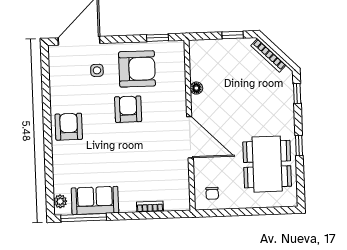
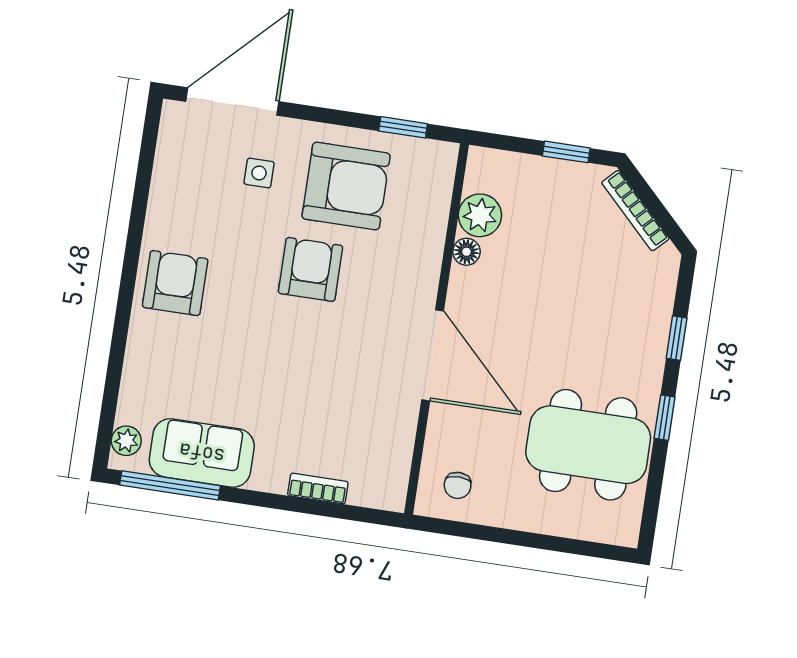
plant: (199, 71) -> (480, 215), added
window: (297, 93) -> (677, 338), moved
dining table: (267, 164) -> (588, 445), turned 90

